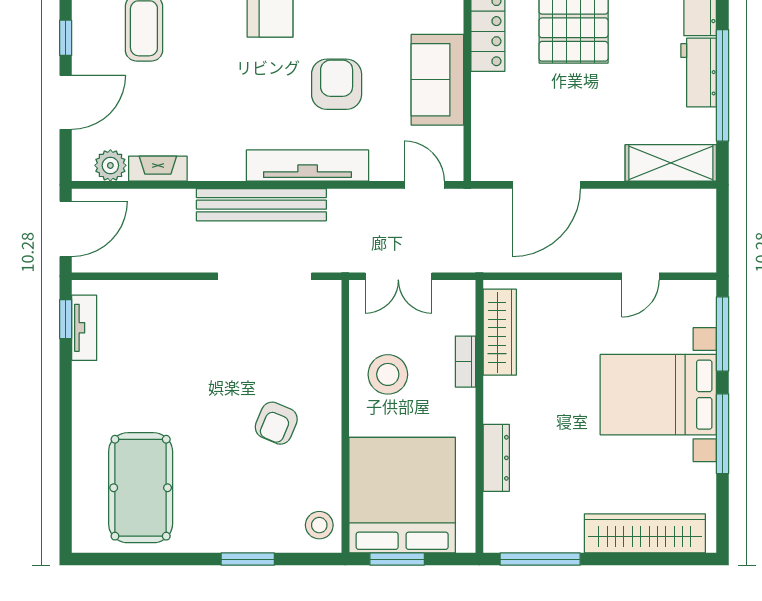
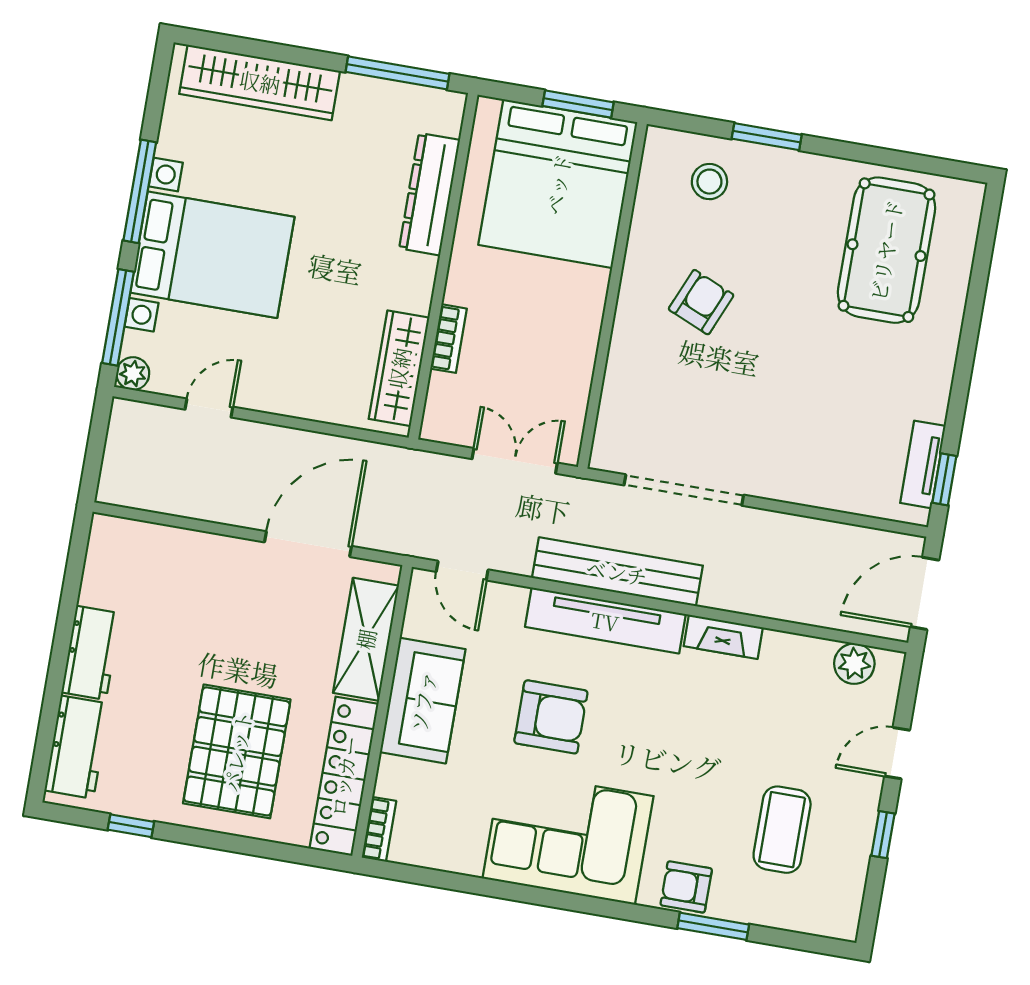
armchair: (337, 84) -> (551, 717), turned -90
window: (723, 85) -> (64, 631), removed
door: (66, 102) -> (897, 753), width x0.73
shelving: (671, 163) -> (366, 639), moved, turned 90
fireplace: (158, 169) -> (723, 637), moved
bench: (261, 205) -> (617, 572), moved
plant: (704, 293) -> (133, 374), added
stool: (388, 374) -> (550, 339), removed
dresser: (496, 458) -> (430, 194), width x1.37, depth x1.24
stool: (319, 525) -> (709, 182), moved

